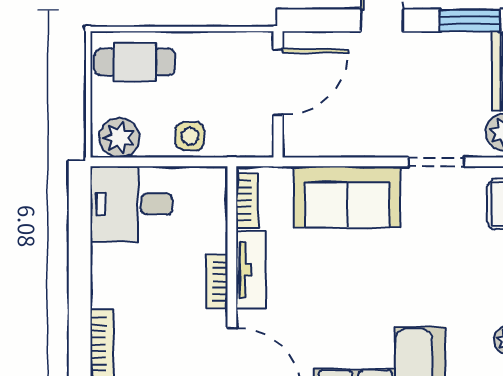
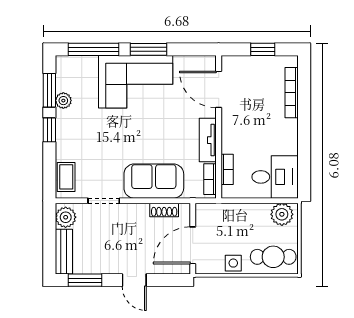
side table: (190, 136) -> (233, 263), moved
shoe rack: (329, 145) -> (164, 210), added
bookcase: (217, 281) -> (227, 169), moved

